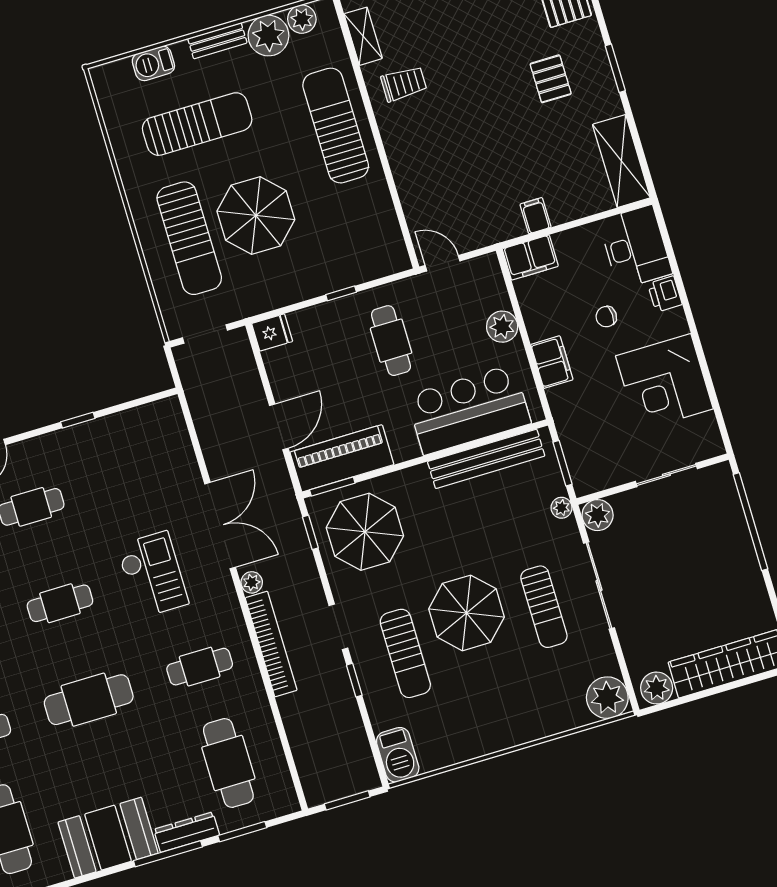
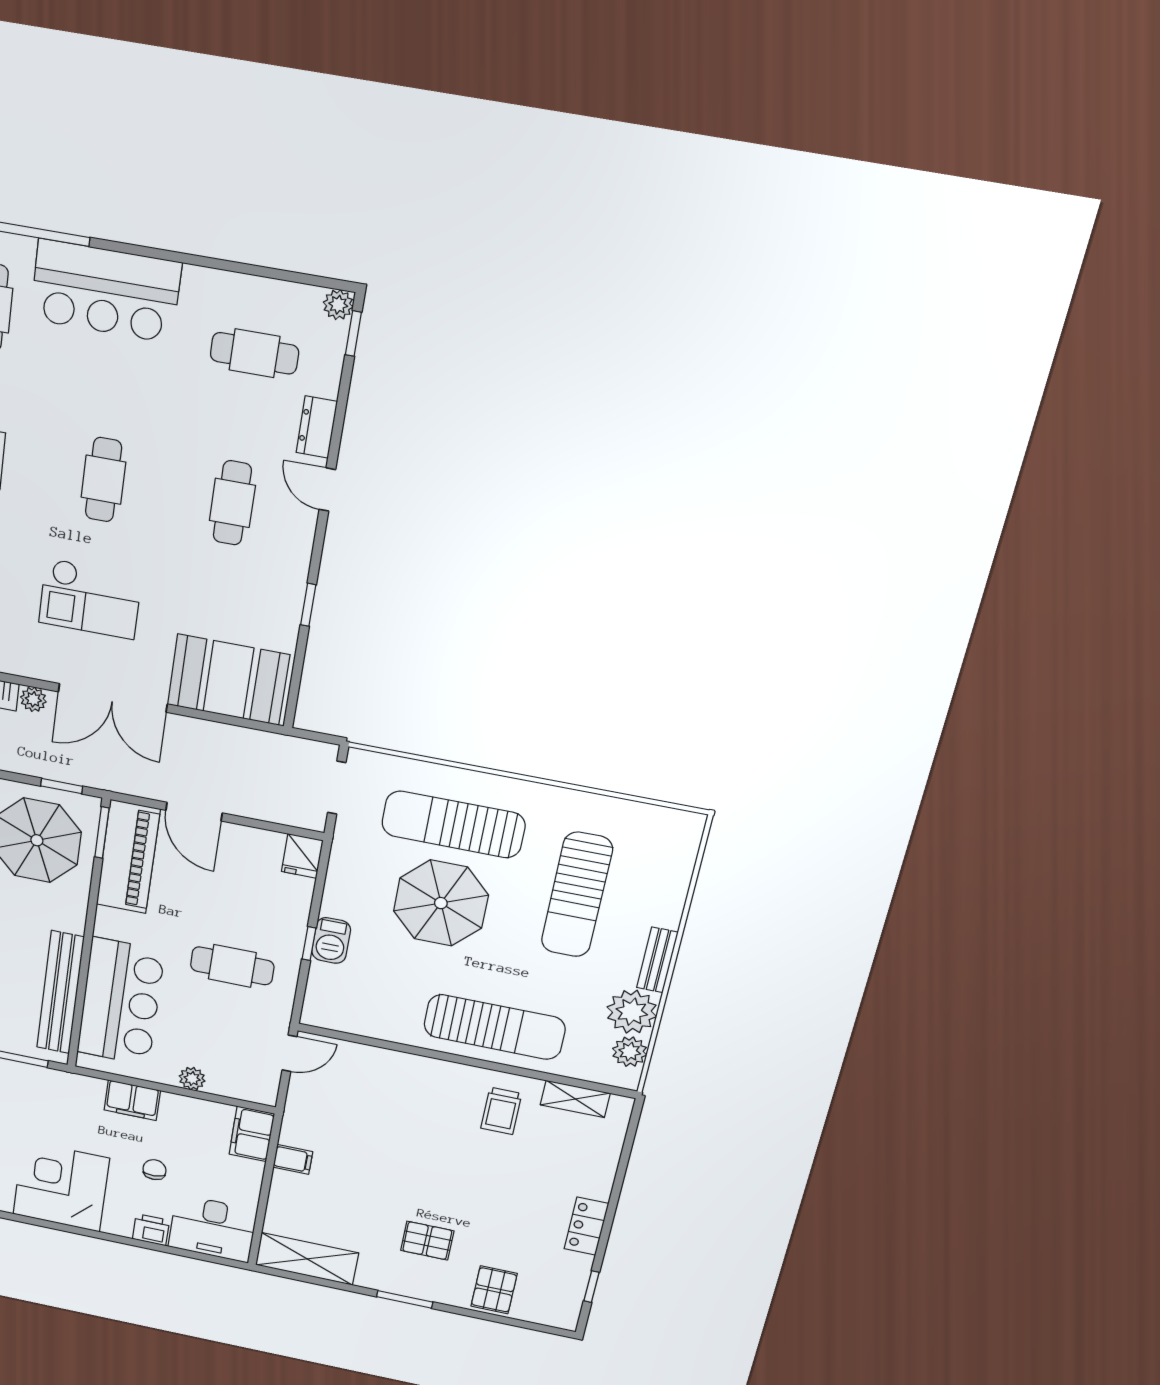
barbecue: (153, 63) -> (331, 940), moved, turned 180
plant: (502, 327) -> (192, 1079), width x0.73, depth x0.73
booth: (163, 450) -> (228, 680), added

